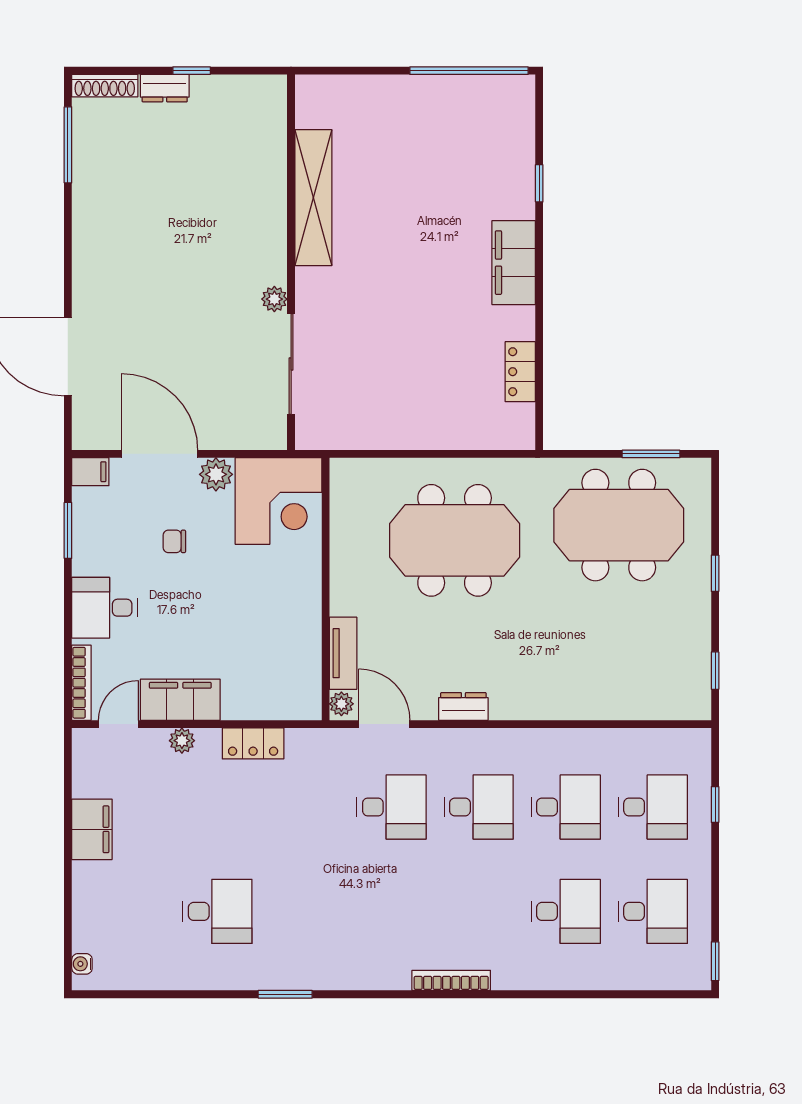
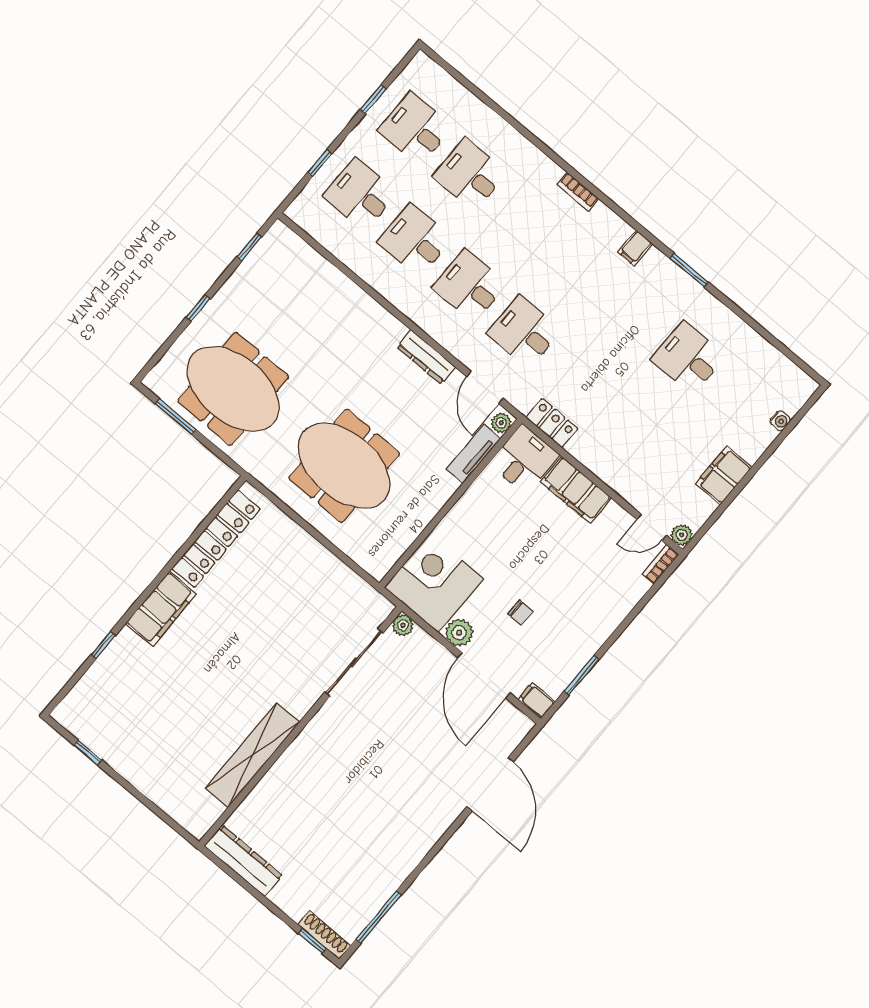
window: (192, 71) -> (312, 941), moved
window: (469, 71) -> (88, 753), width x0.32
dresser: (165, 88) -> (244, 861), moved, width x1.96, depth x1.24
plant: (274, 299) -> (403, 625), moved
locker: (520, 372) -> (216, 539), width x2.16, depth x1.21
desk: (104, 608) -> (524, 459), moved, turned -90
bookcase: (81, 683) -> (660, 564), width x0.64
filing cabinet: (180, 700) -> (576, 490), moved
dresser: (463, 706) -> (426, 357), width x1.44
plant: (182, 741) -> (682, 535), moved
locker: (253, 743) -> (552, 423), moved
window: (715, 961) -> (373, 99), moved
water cooler: (82, 964) -> (780, 421), moved
filing cabinet: (353, 973) -> (635, 248), added
bookcase: (451, 980) -> (578, 192), width x0.64

